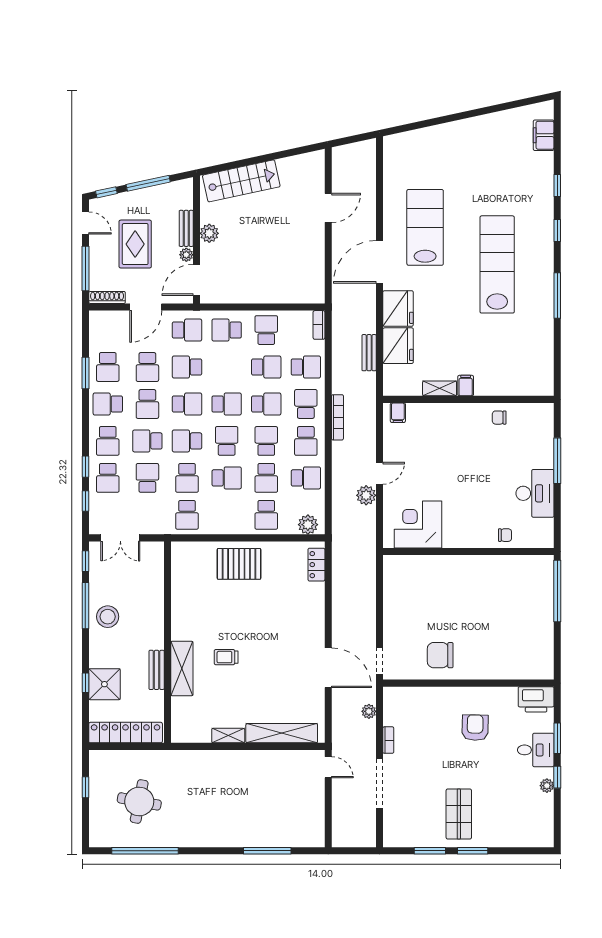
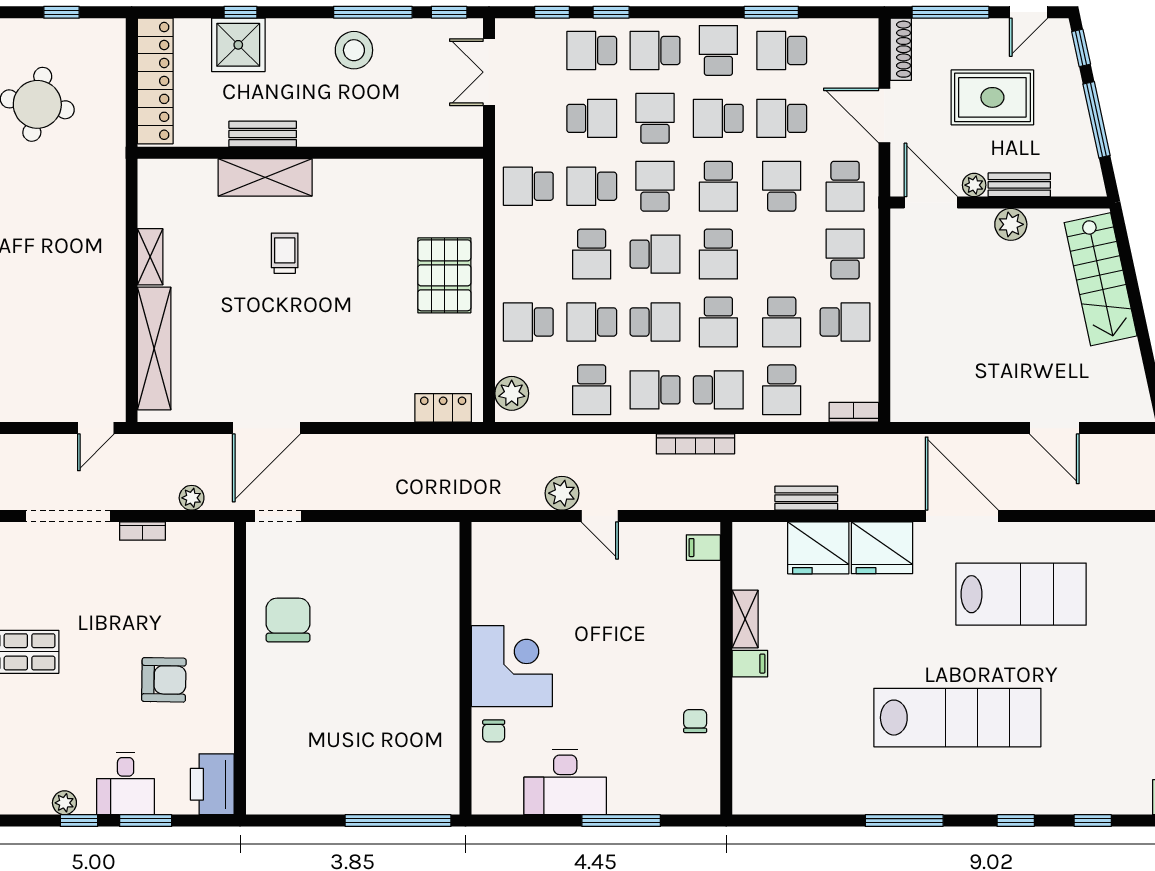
corner desk: (418, 524) -> (512, 666), moved

